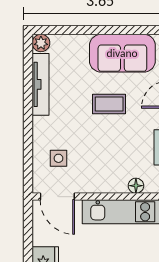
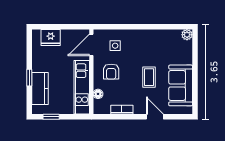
tv unit: (41, 84) -> (161, 34), removed
armchair: (100, 165) -> (111, 72), added

